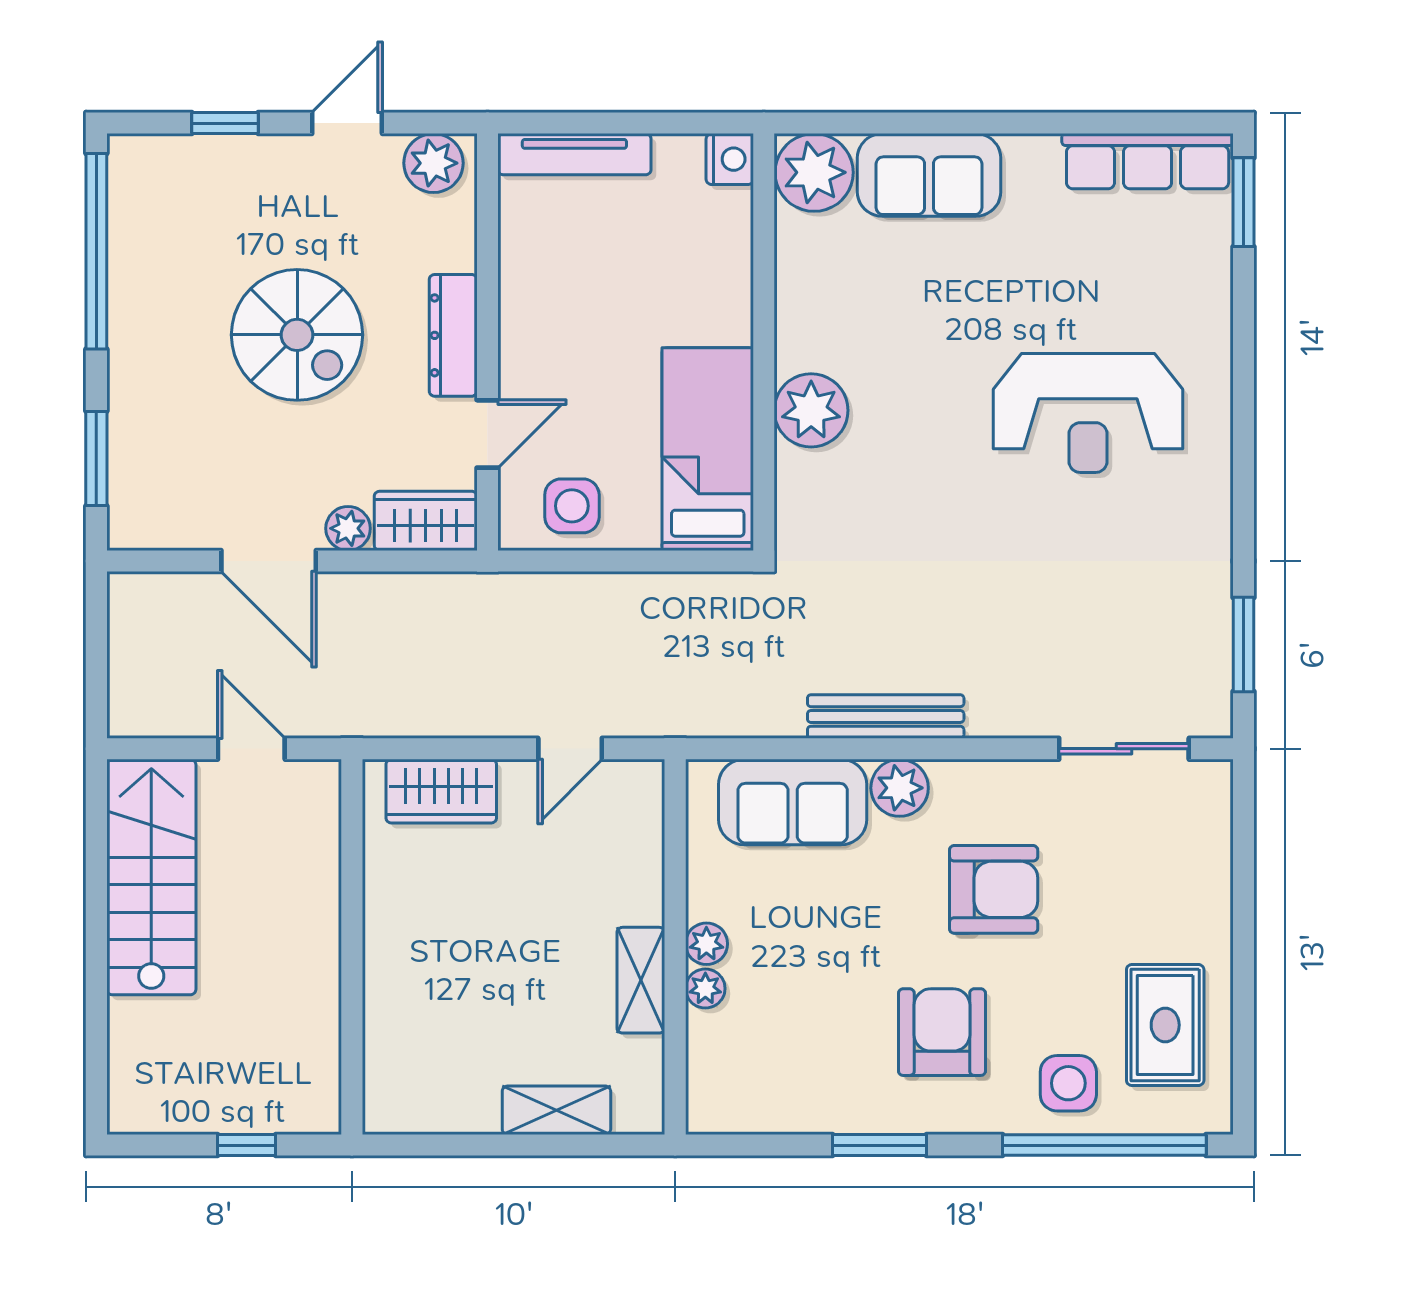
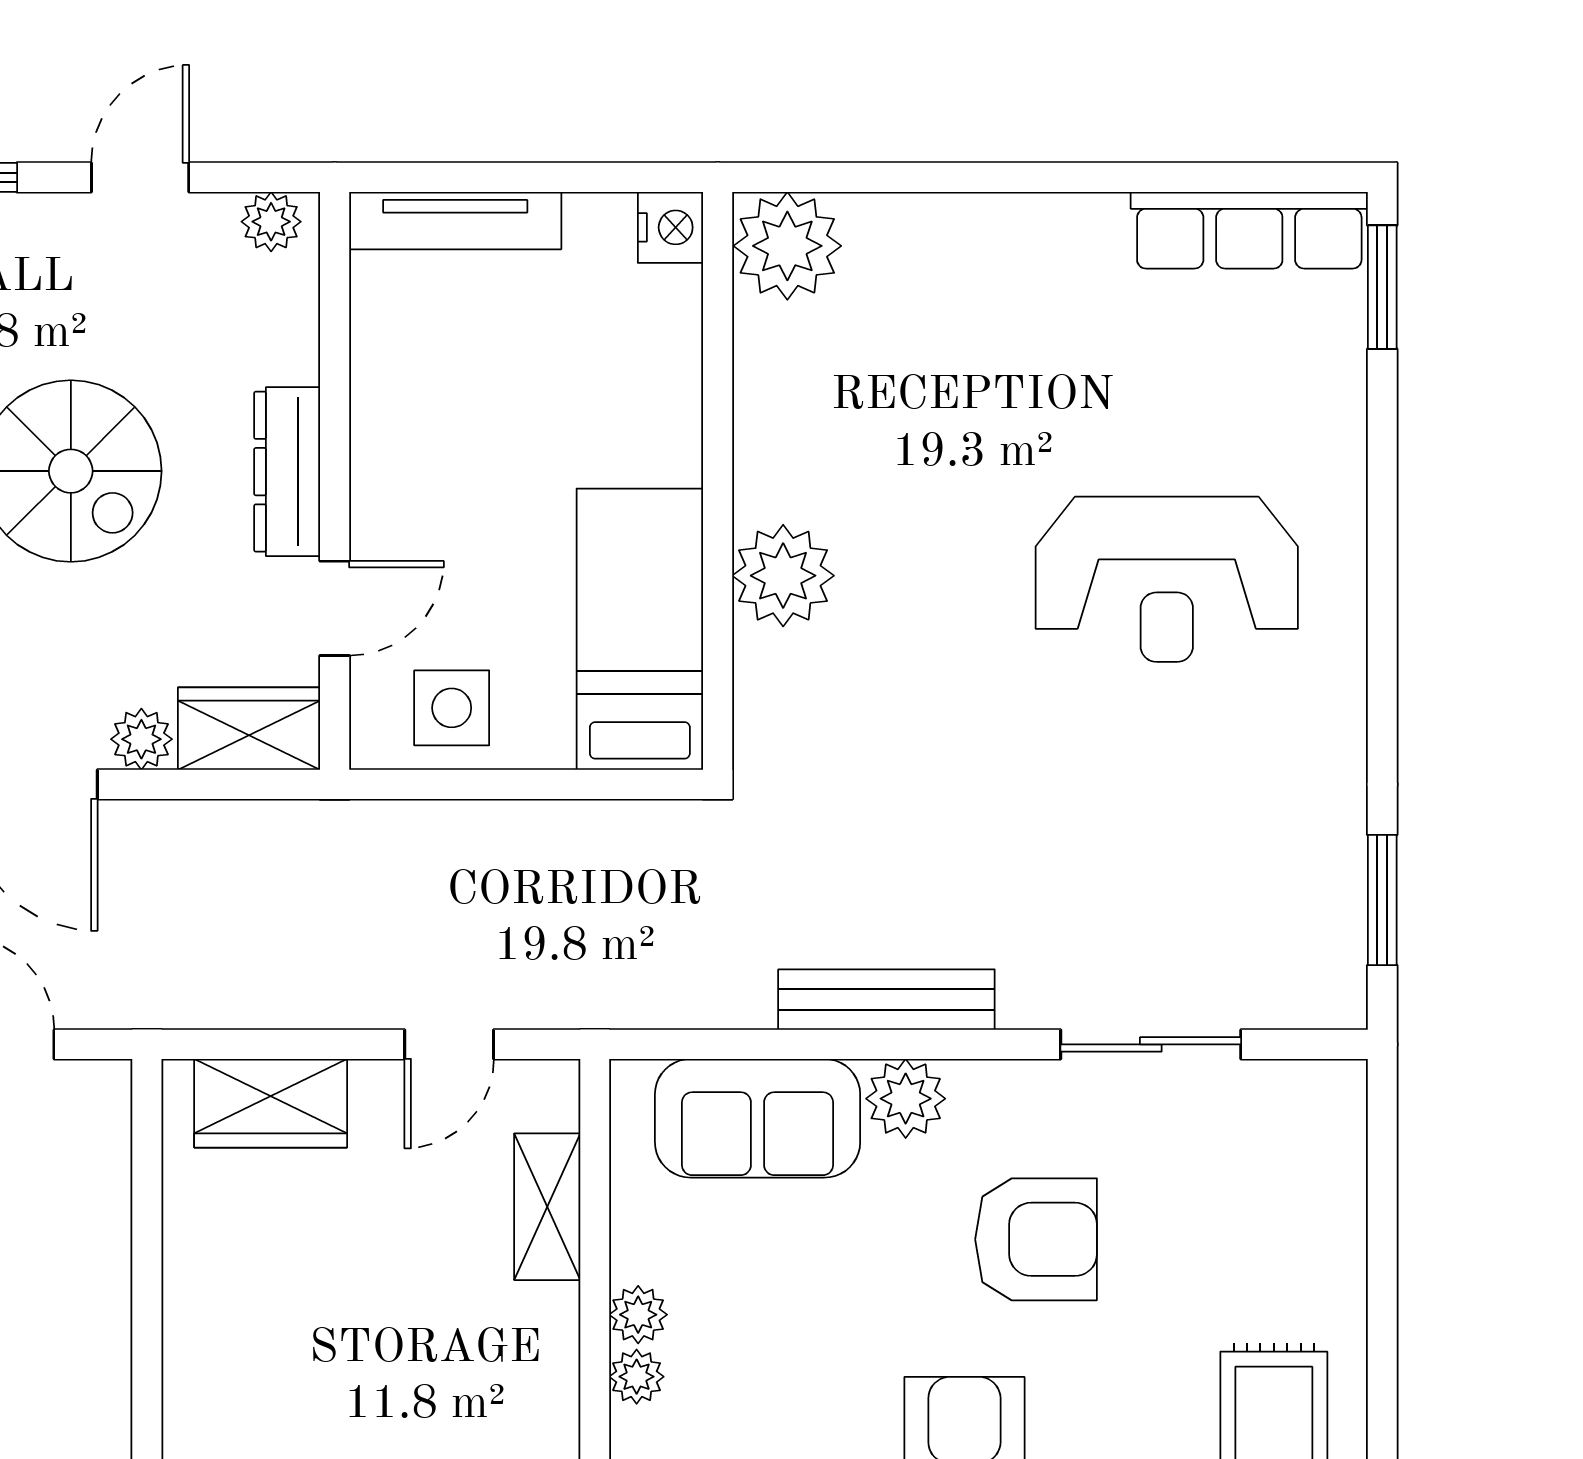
plant: (434, 163) -> (271, 222), width x0.73, depth x0.73
sofa: (929, 175) -> (947, 249), removed
sliding door: (1124, 749) -> (1151, 1044), moved
shelving: (641, 980) -> (547, 1207), moved

